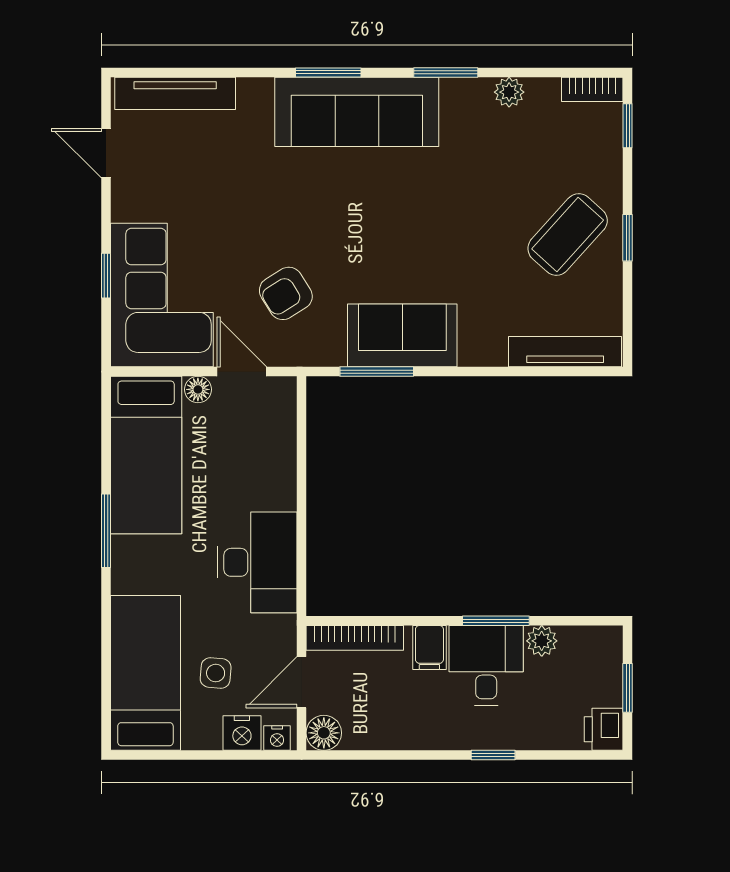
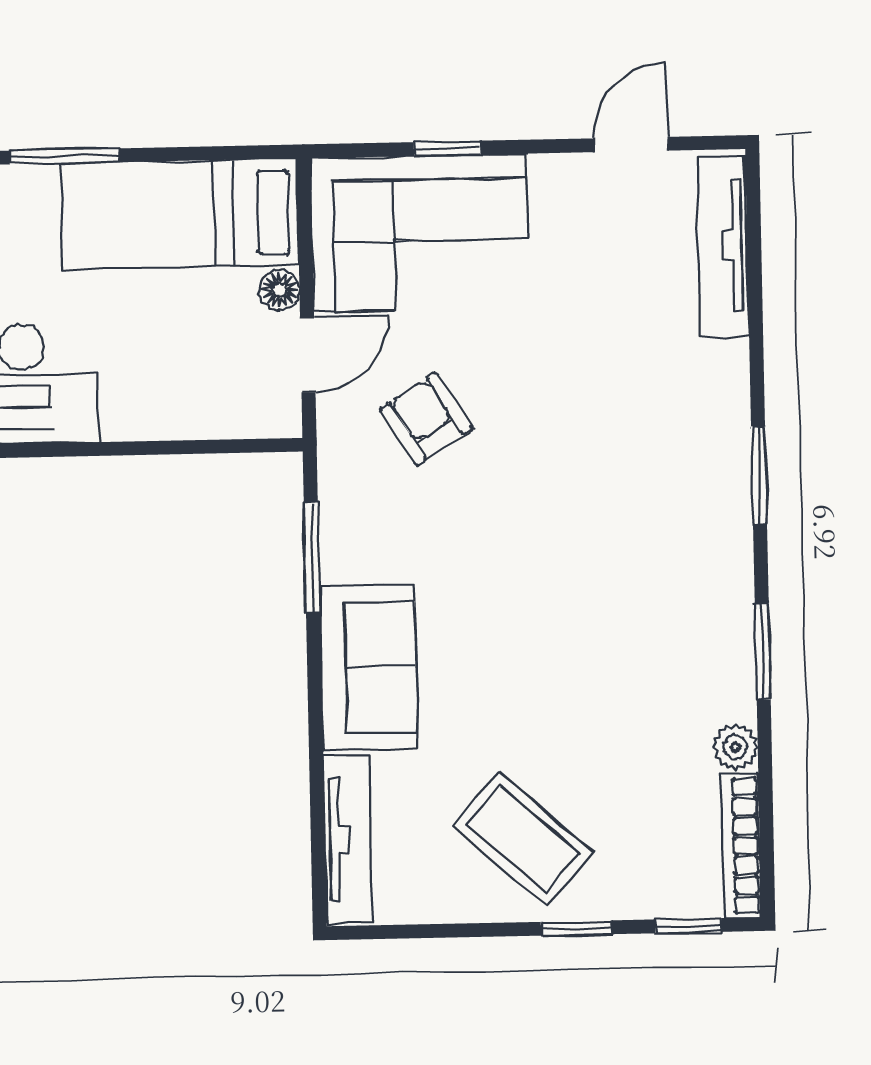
bookcase: (592, 89) -> (741, 846), width x1.56
sofa: (357, 112) -> (701, 519), removed
window: (628, 238) -> (576, 928), moved
sofa: (402, 335) -> (369, 668), moved

